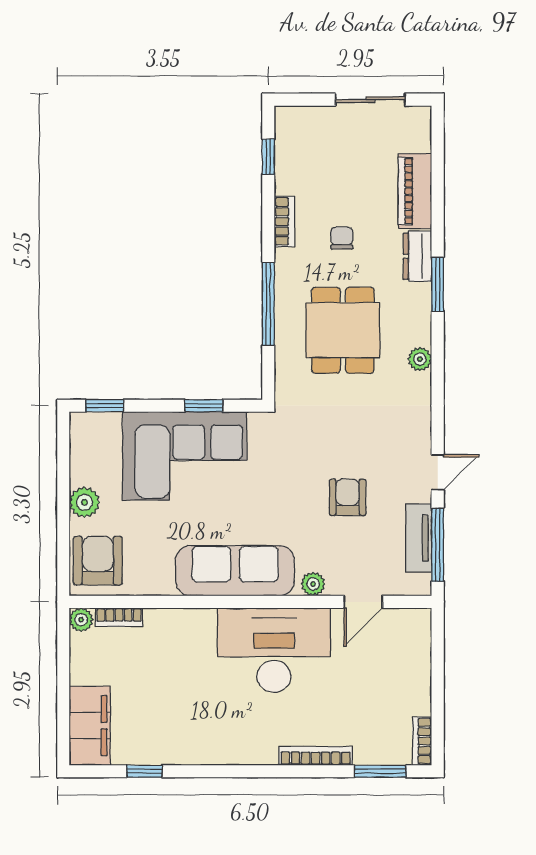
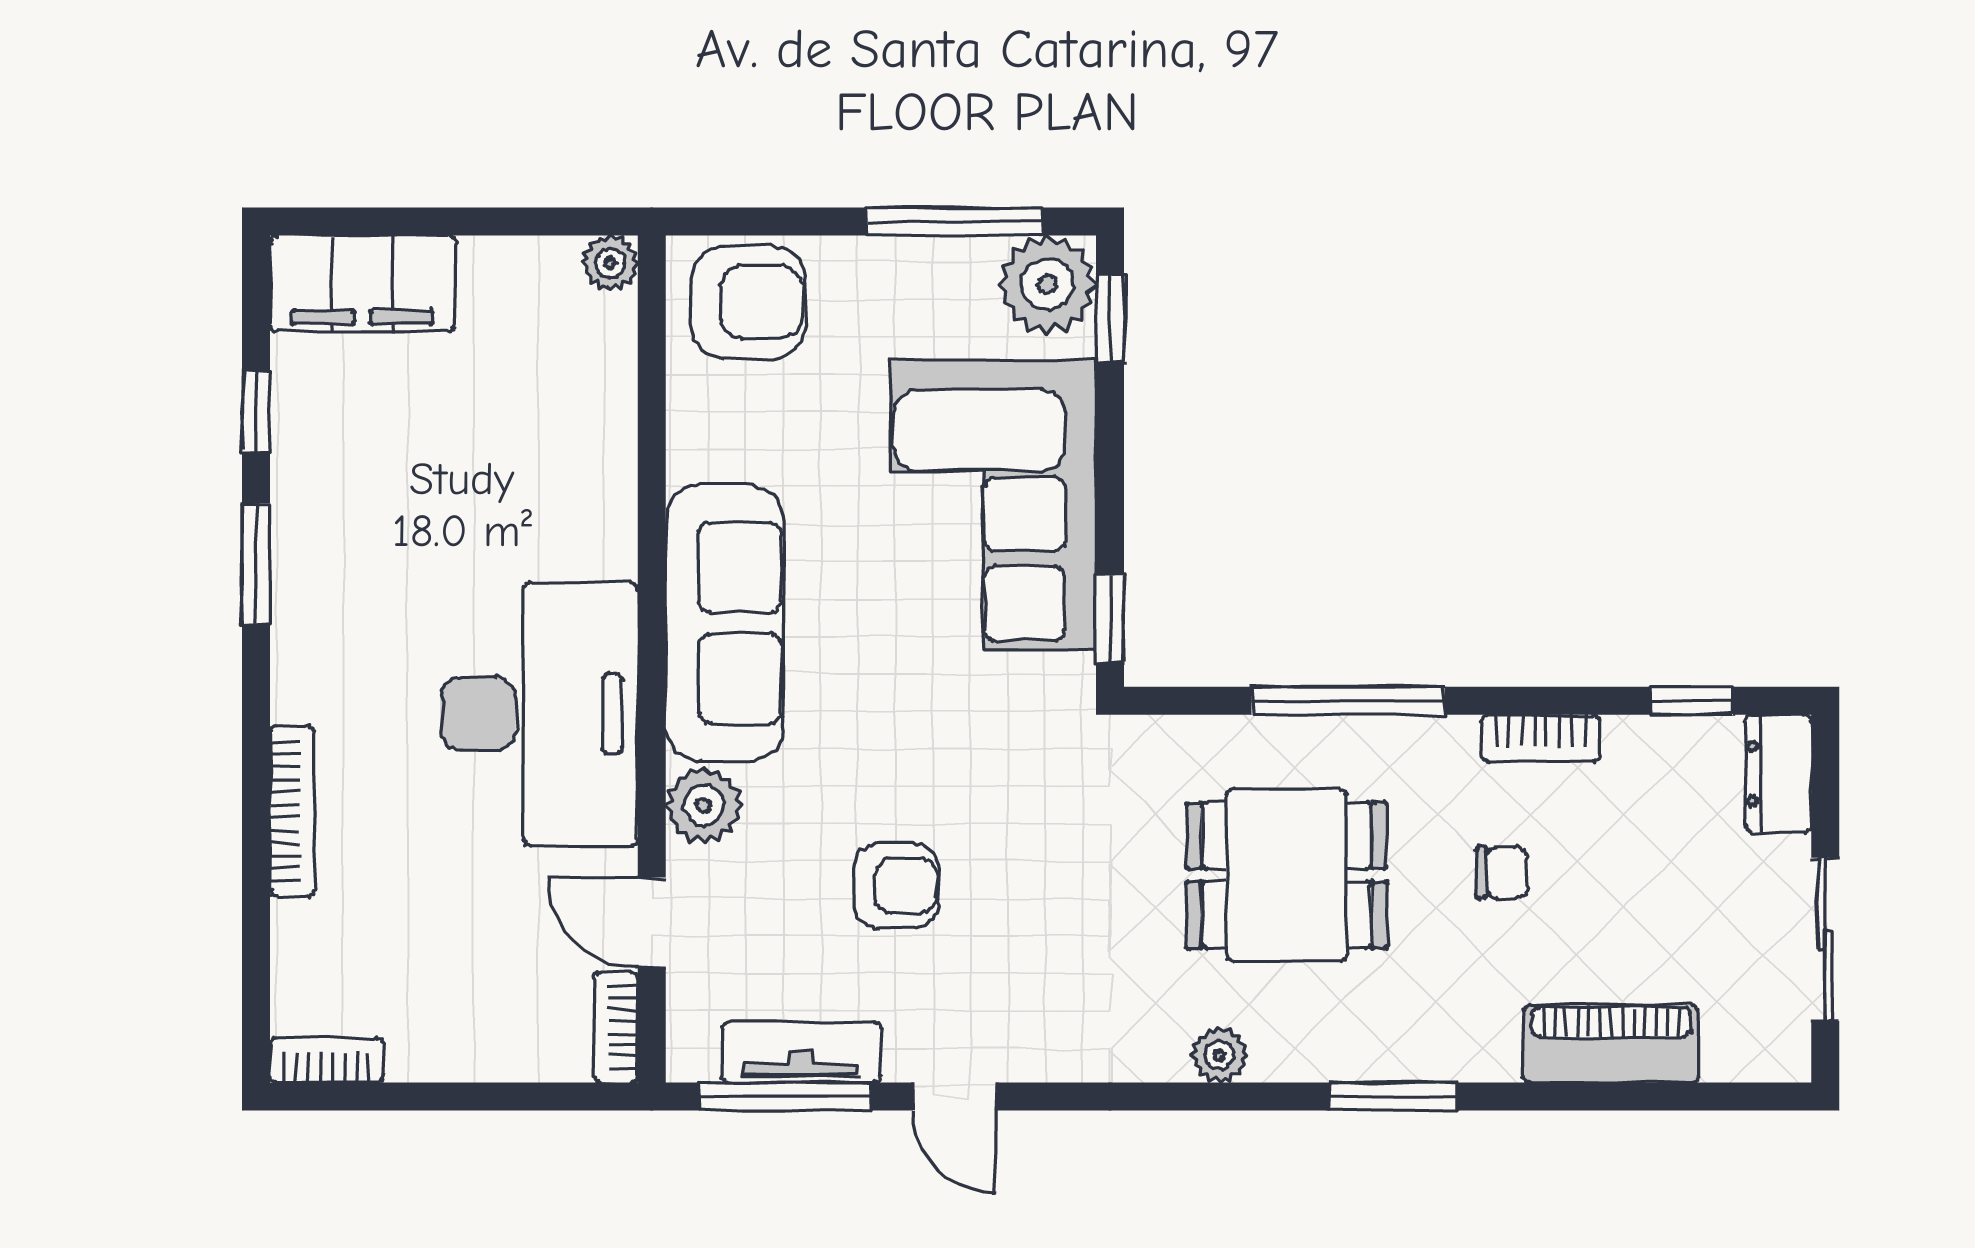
dresser: (418, 256) -> (1778, 774), moved, turned -90
window: (204, 406) -> (1110, 619), moved
window: (63, 472) -> (954, 222), added
plant: (84, 502) -> (1047, 284), moved, width x1.36, depth x1.36
plant: (313, 584) -> (704, 805), width x1.38, depth x1.38
bookcase: (119, 617) -> (616, 1027), moved
window: (380, 771) -> (256, 564), moved

